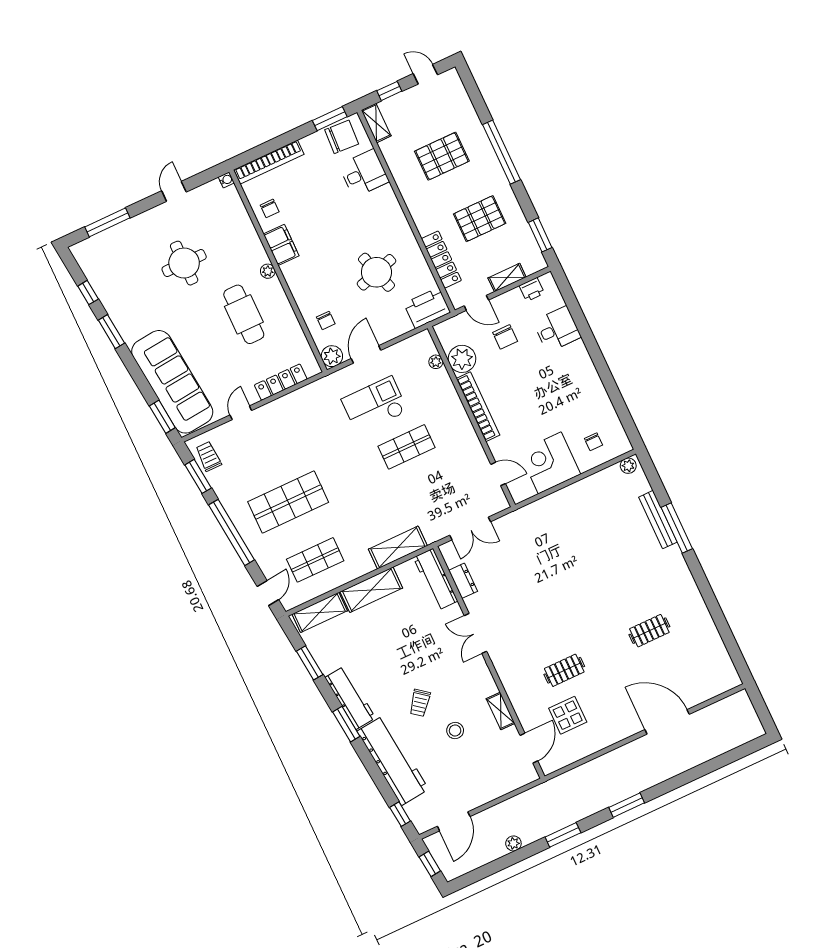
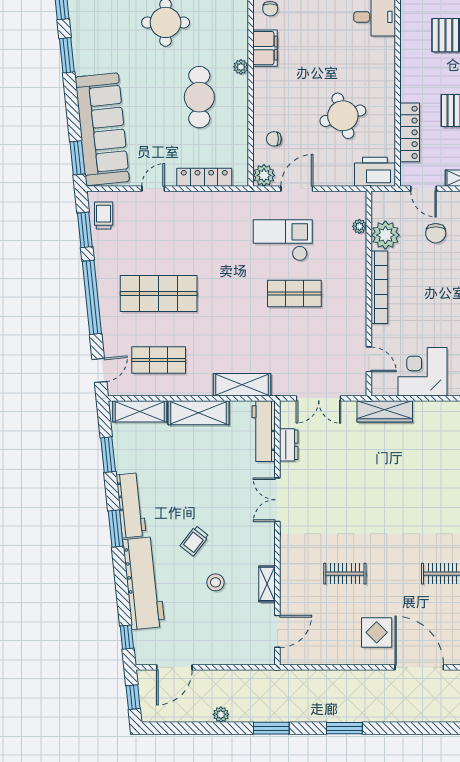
chair: (326, 320) -> (274, 139), turned 90
wardrobe: (533, 513) -> (385, 411), added
display table: (568, 715) -> (377, 632), moved

